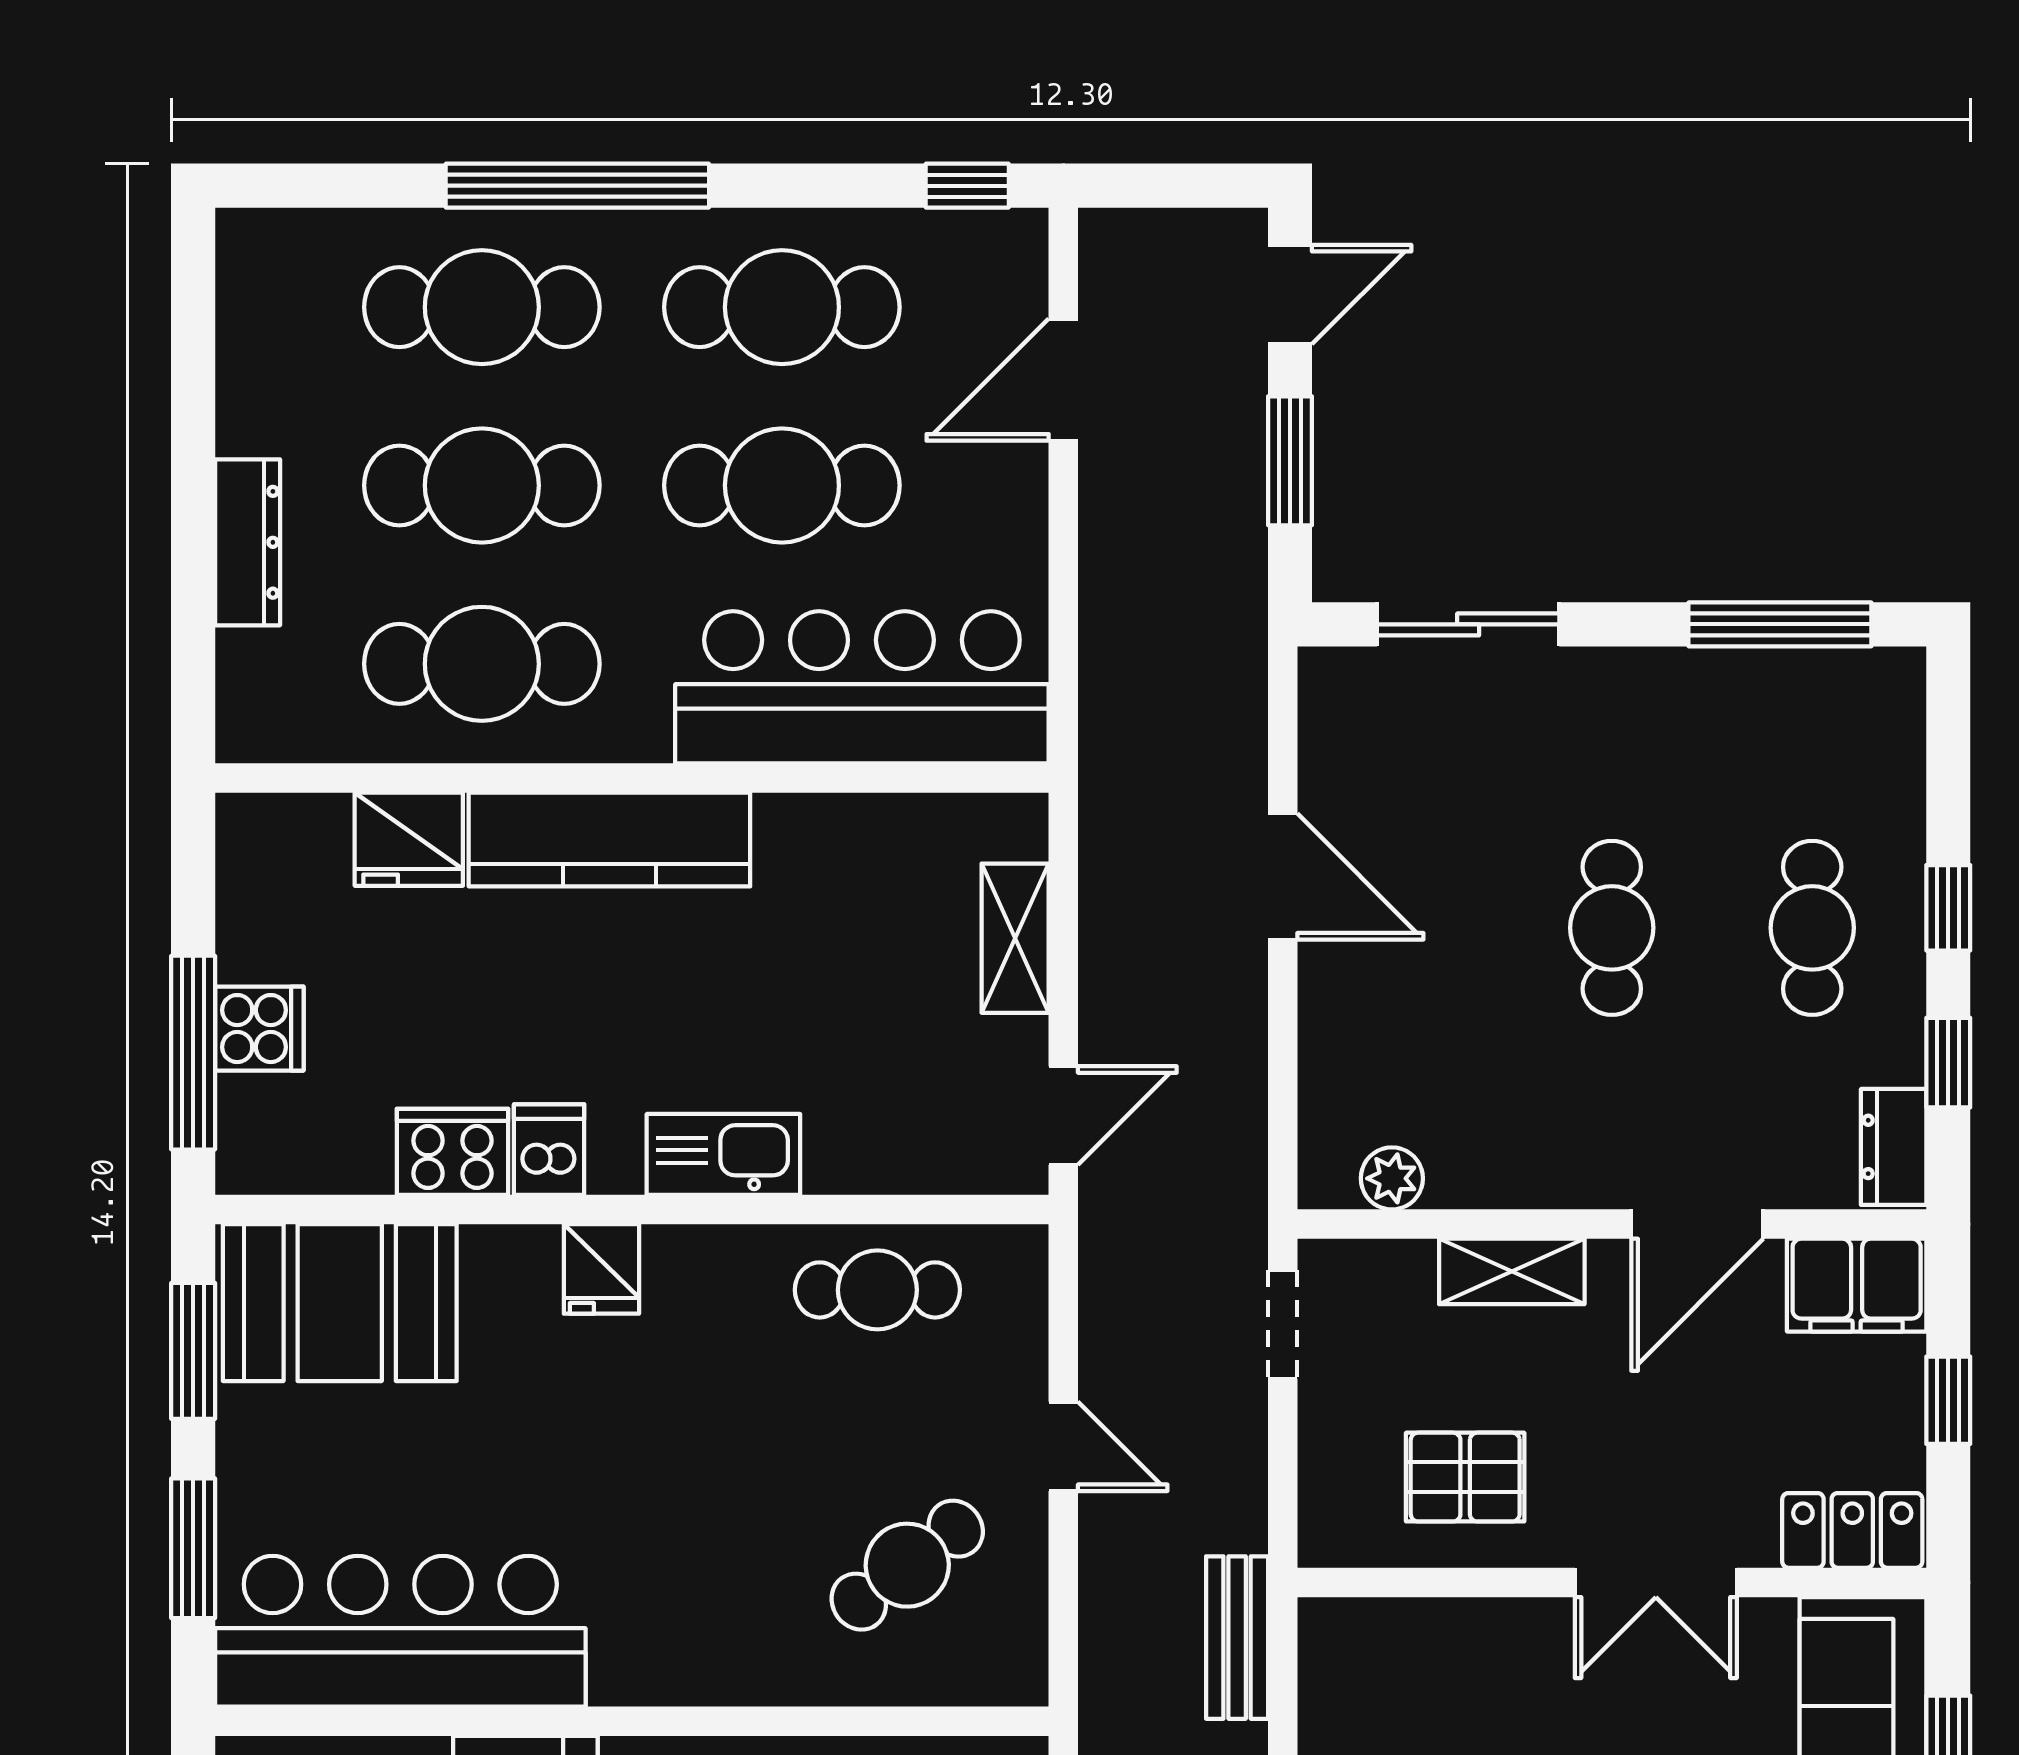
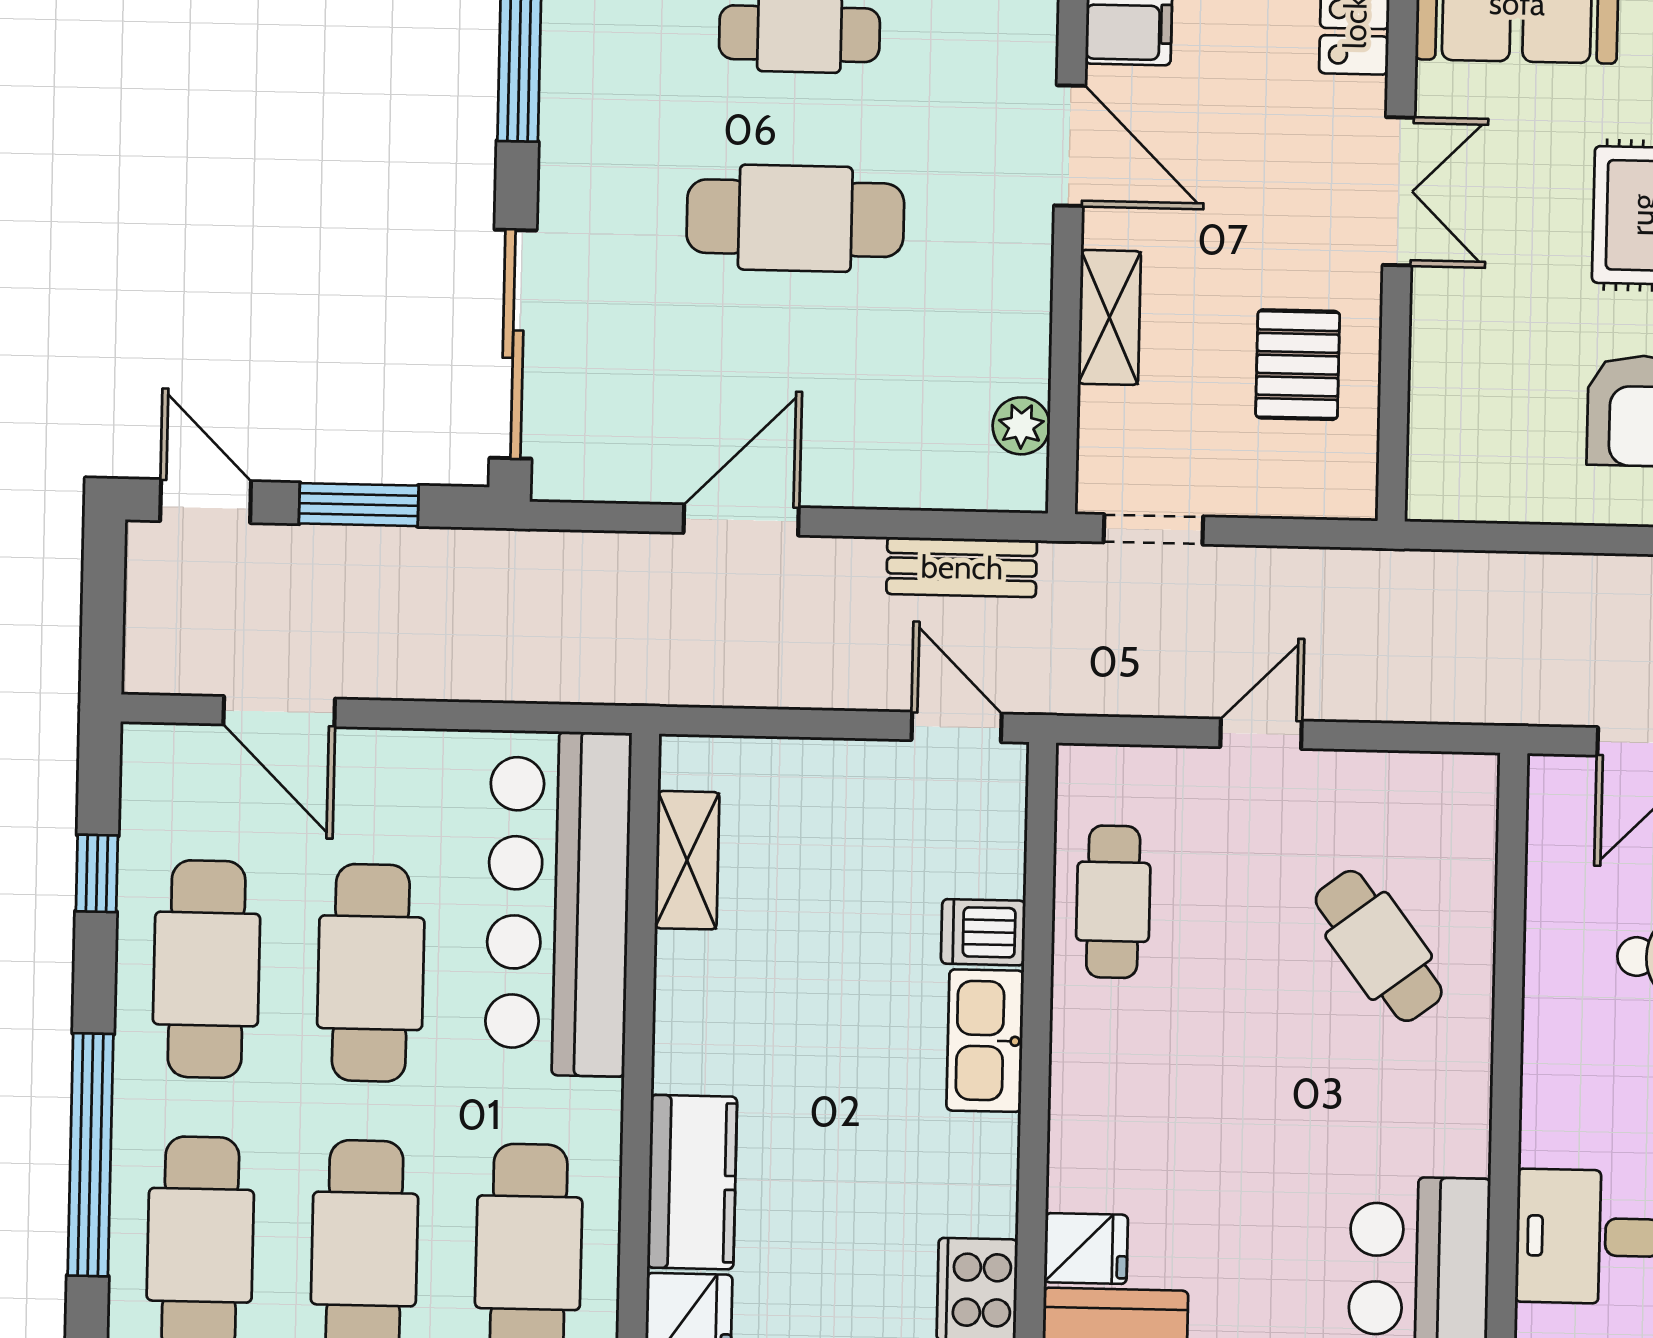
window: (967, 186) -> (97, 873), moved
sliding door: (1468, 624) -> (513, 344), width x1.37
kitchen counter: (609, 840) -> (692, 1182), width x0.67
cafe table: (1612, 928) -> (795, 218), width x1.37, depth x1.35
shelving: (1015, 938) -> (687, 860), moved, turned 90
dishwasher: (549, 1150) -> (983, 932), moved
fridge: (601, 1269) -> (1086, 1249), moved
cafe table: (907, 1565) -> (1379, 946), moved
bench: (1237, 1638) -> (962, 567), moved

